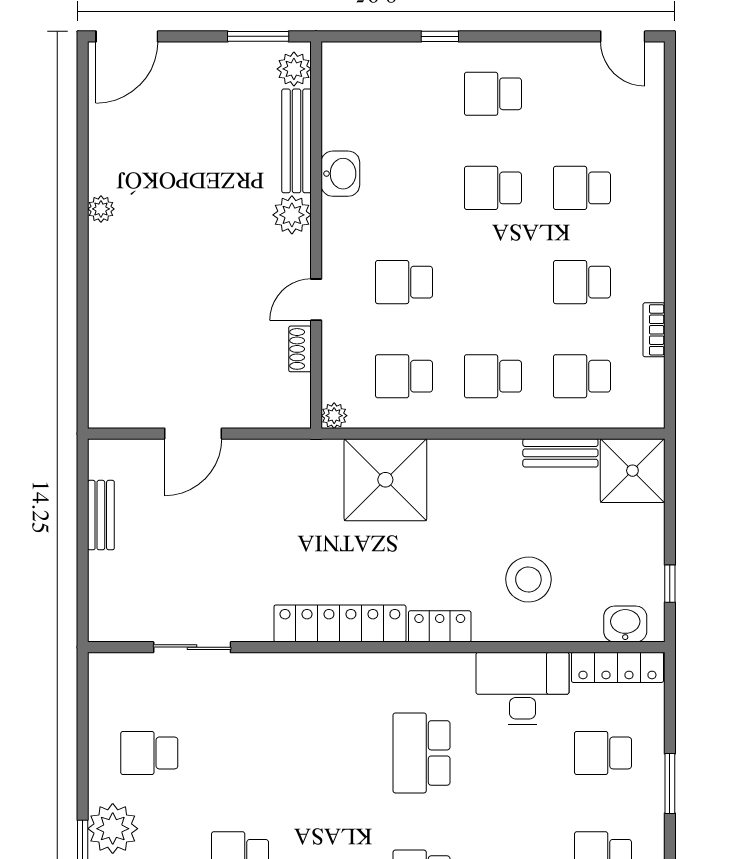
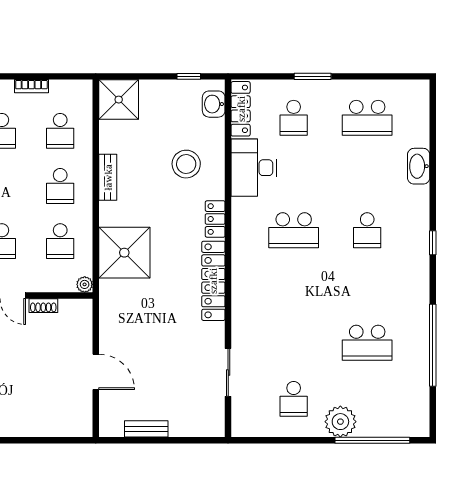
bench: (560, 453) -> (108, 177), moved

